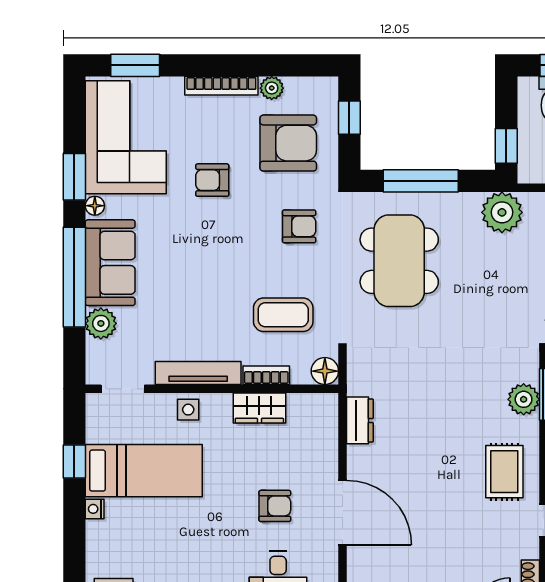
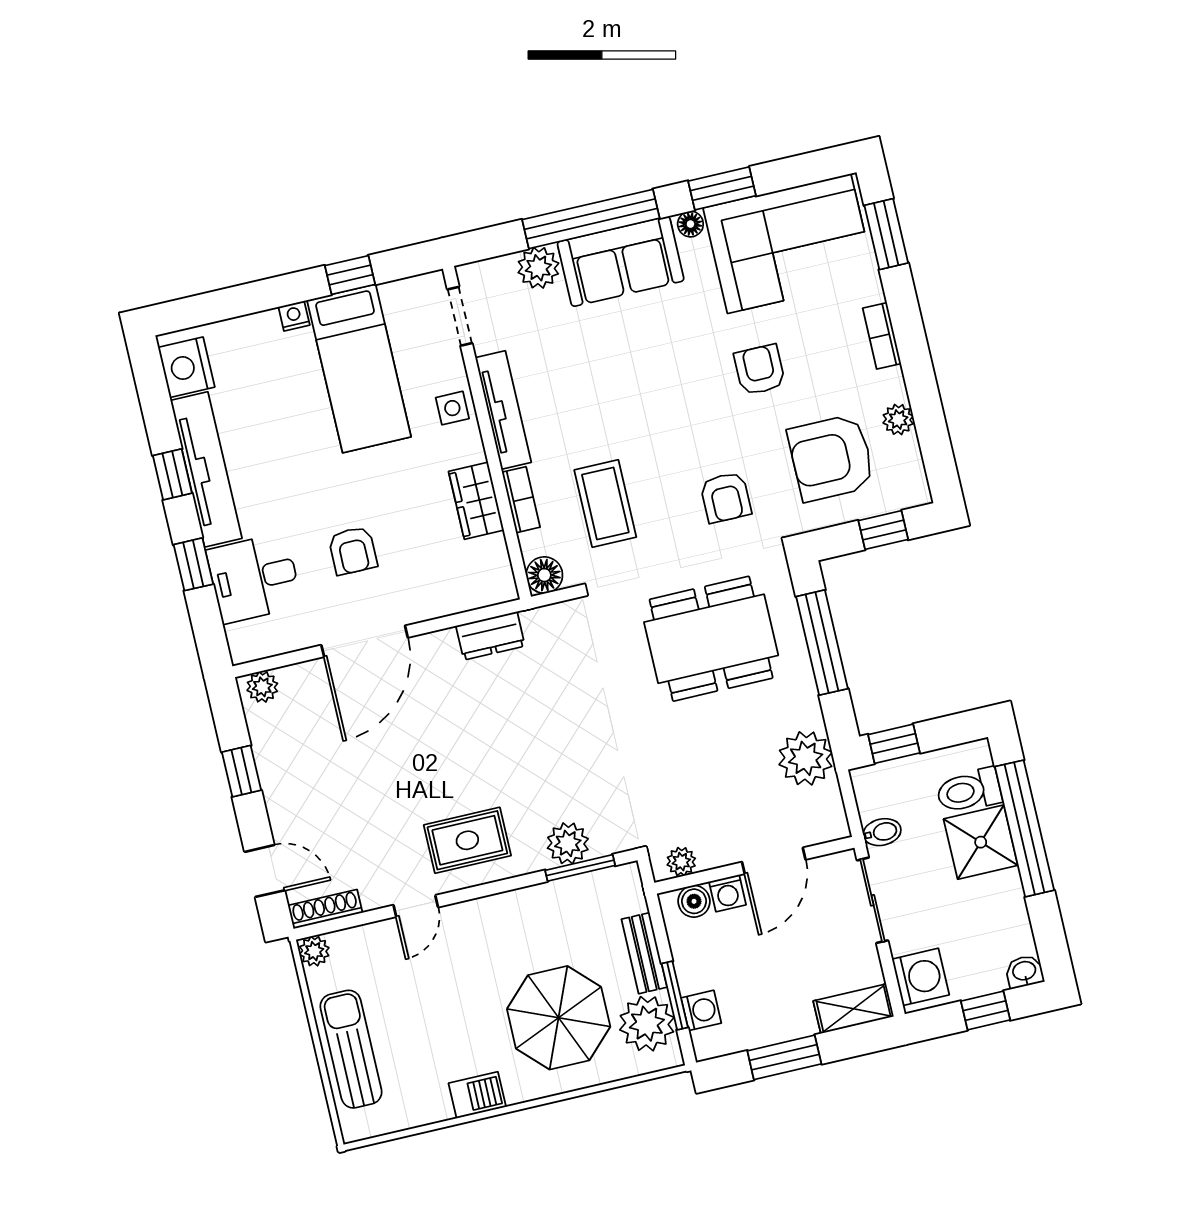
bookcase: (221, 86) -> (882, 336), width x0.64
armchair: (288, 143) -> (831, 458), turned 90

